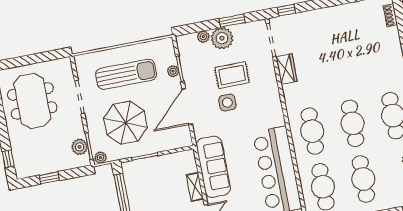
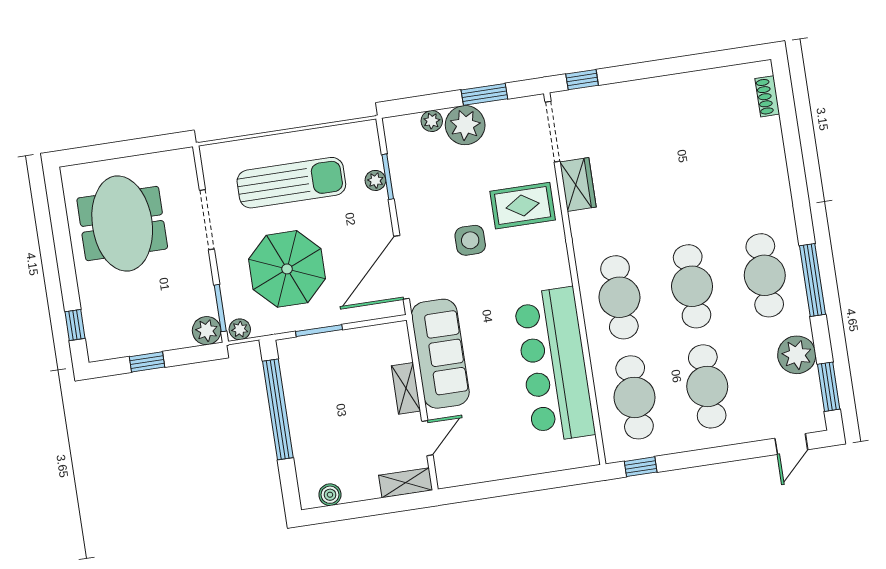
rug: (232, 75) -> (523, 206), moved
door: (187, 107) -> (401, 267), moved
plant: (80, 147) -> (207, 331), moved

